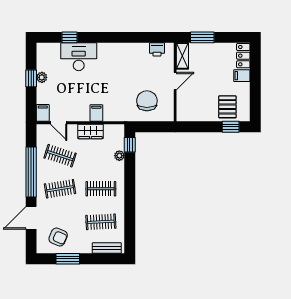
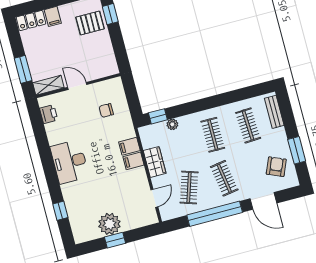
desk: (79, 57) -> (70, 162), moved
plant: (42, 77) -> (109, 224), width x1.87, depth x1.87
chair: (147, 101) -> (106, 110), width x0.54, depth x0.54
filing cabinet: (43, 113) -> (129, 146), moved

